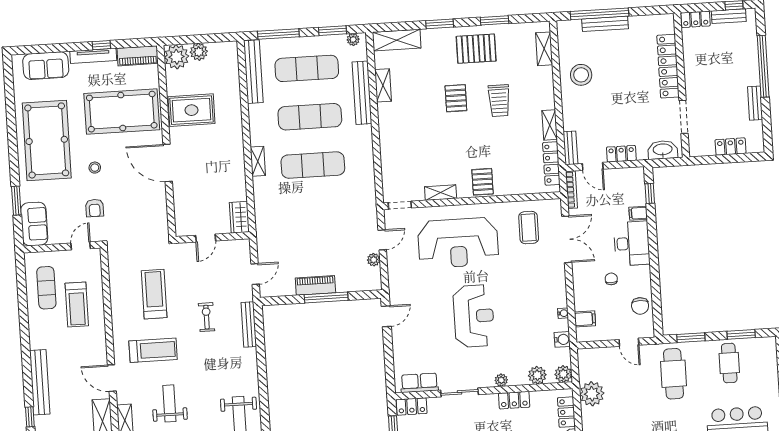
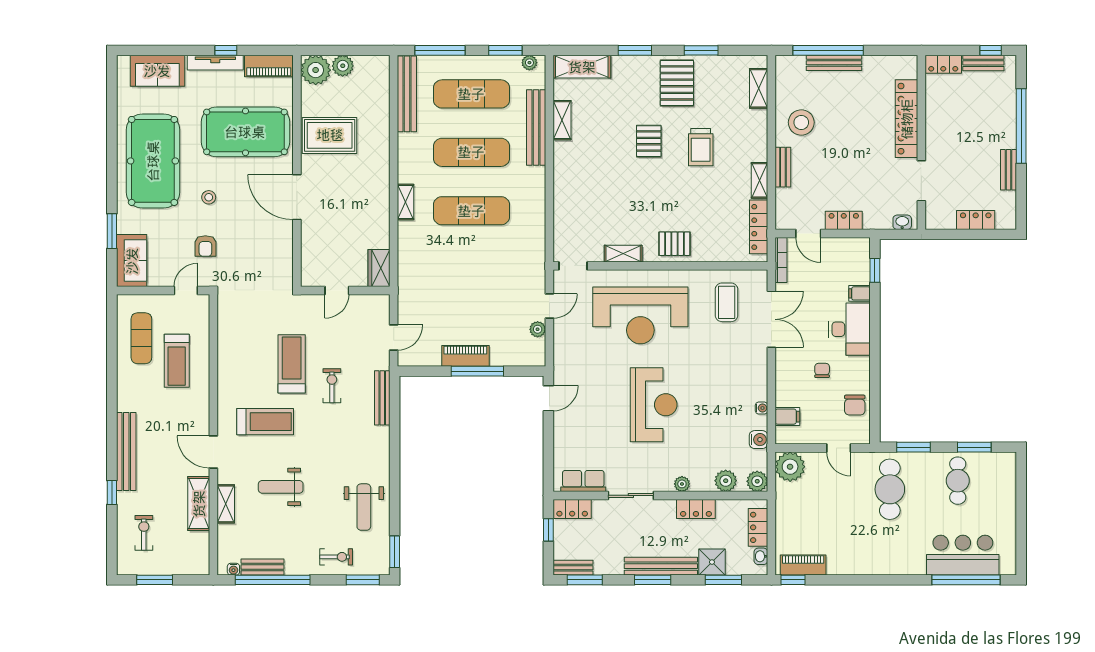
pallet: (476, 49) -> (677, 83), turned 90
bench: (570, 148) -> (783, 167), moved
washbasin: (663, 150) -> (902, 222), width x0.52, depth x0.69
pallet: (483, 182) -> (674, 244), turned 90
treadmill: (154, 294) -> (292, 364), moved
plant: (592, 394) -> (790, 467), moved
weight bench: (169, 403) -> (281, 487), turned -90

